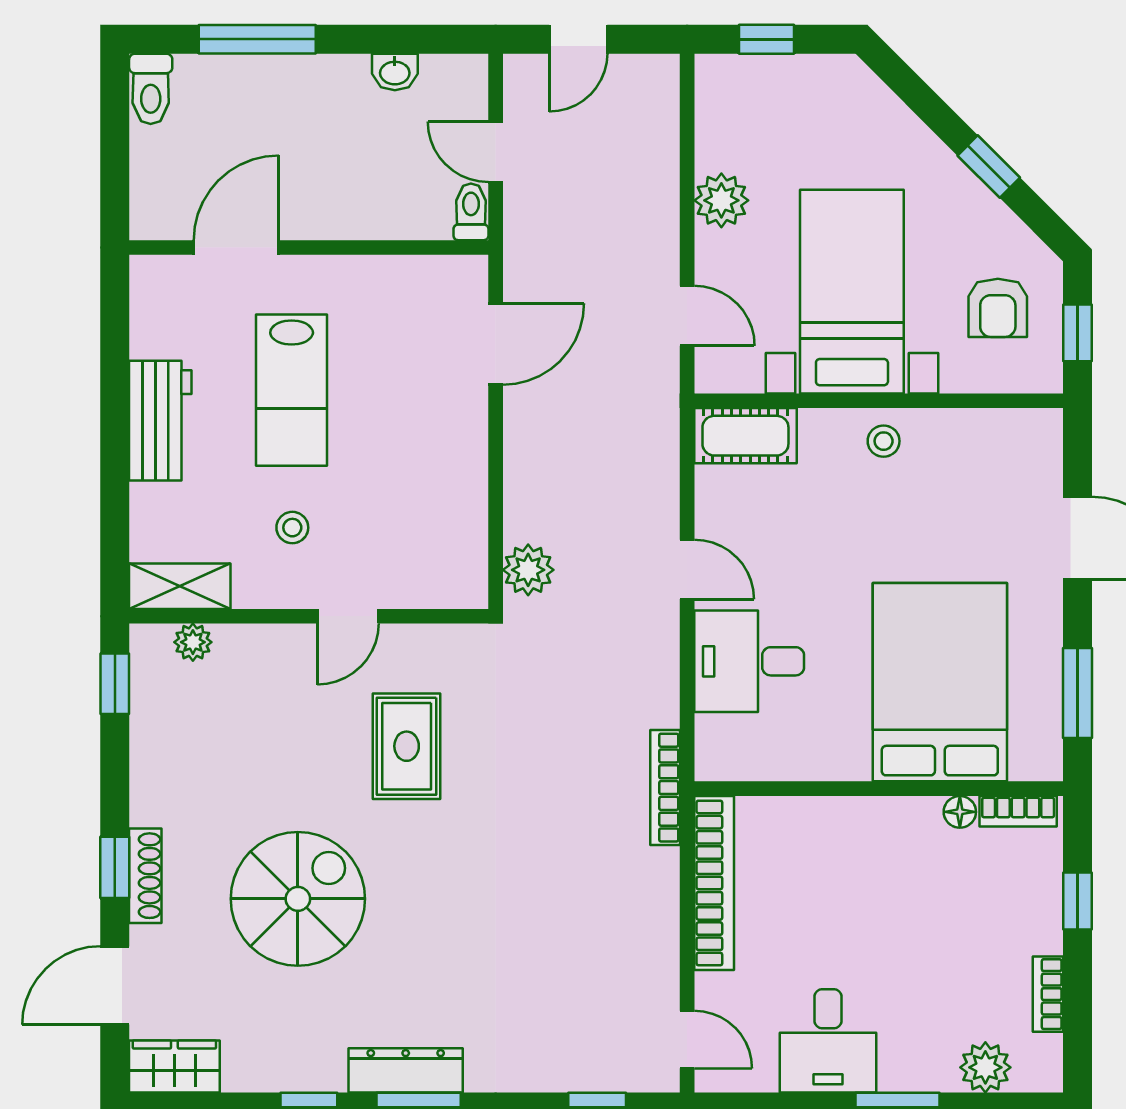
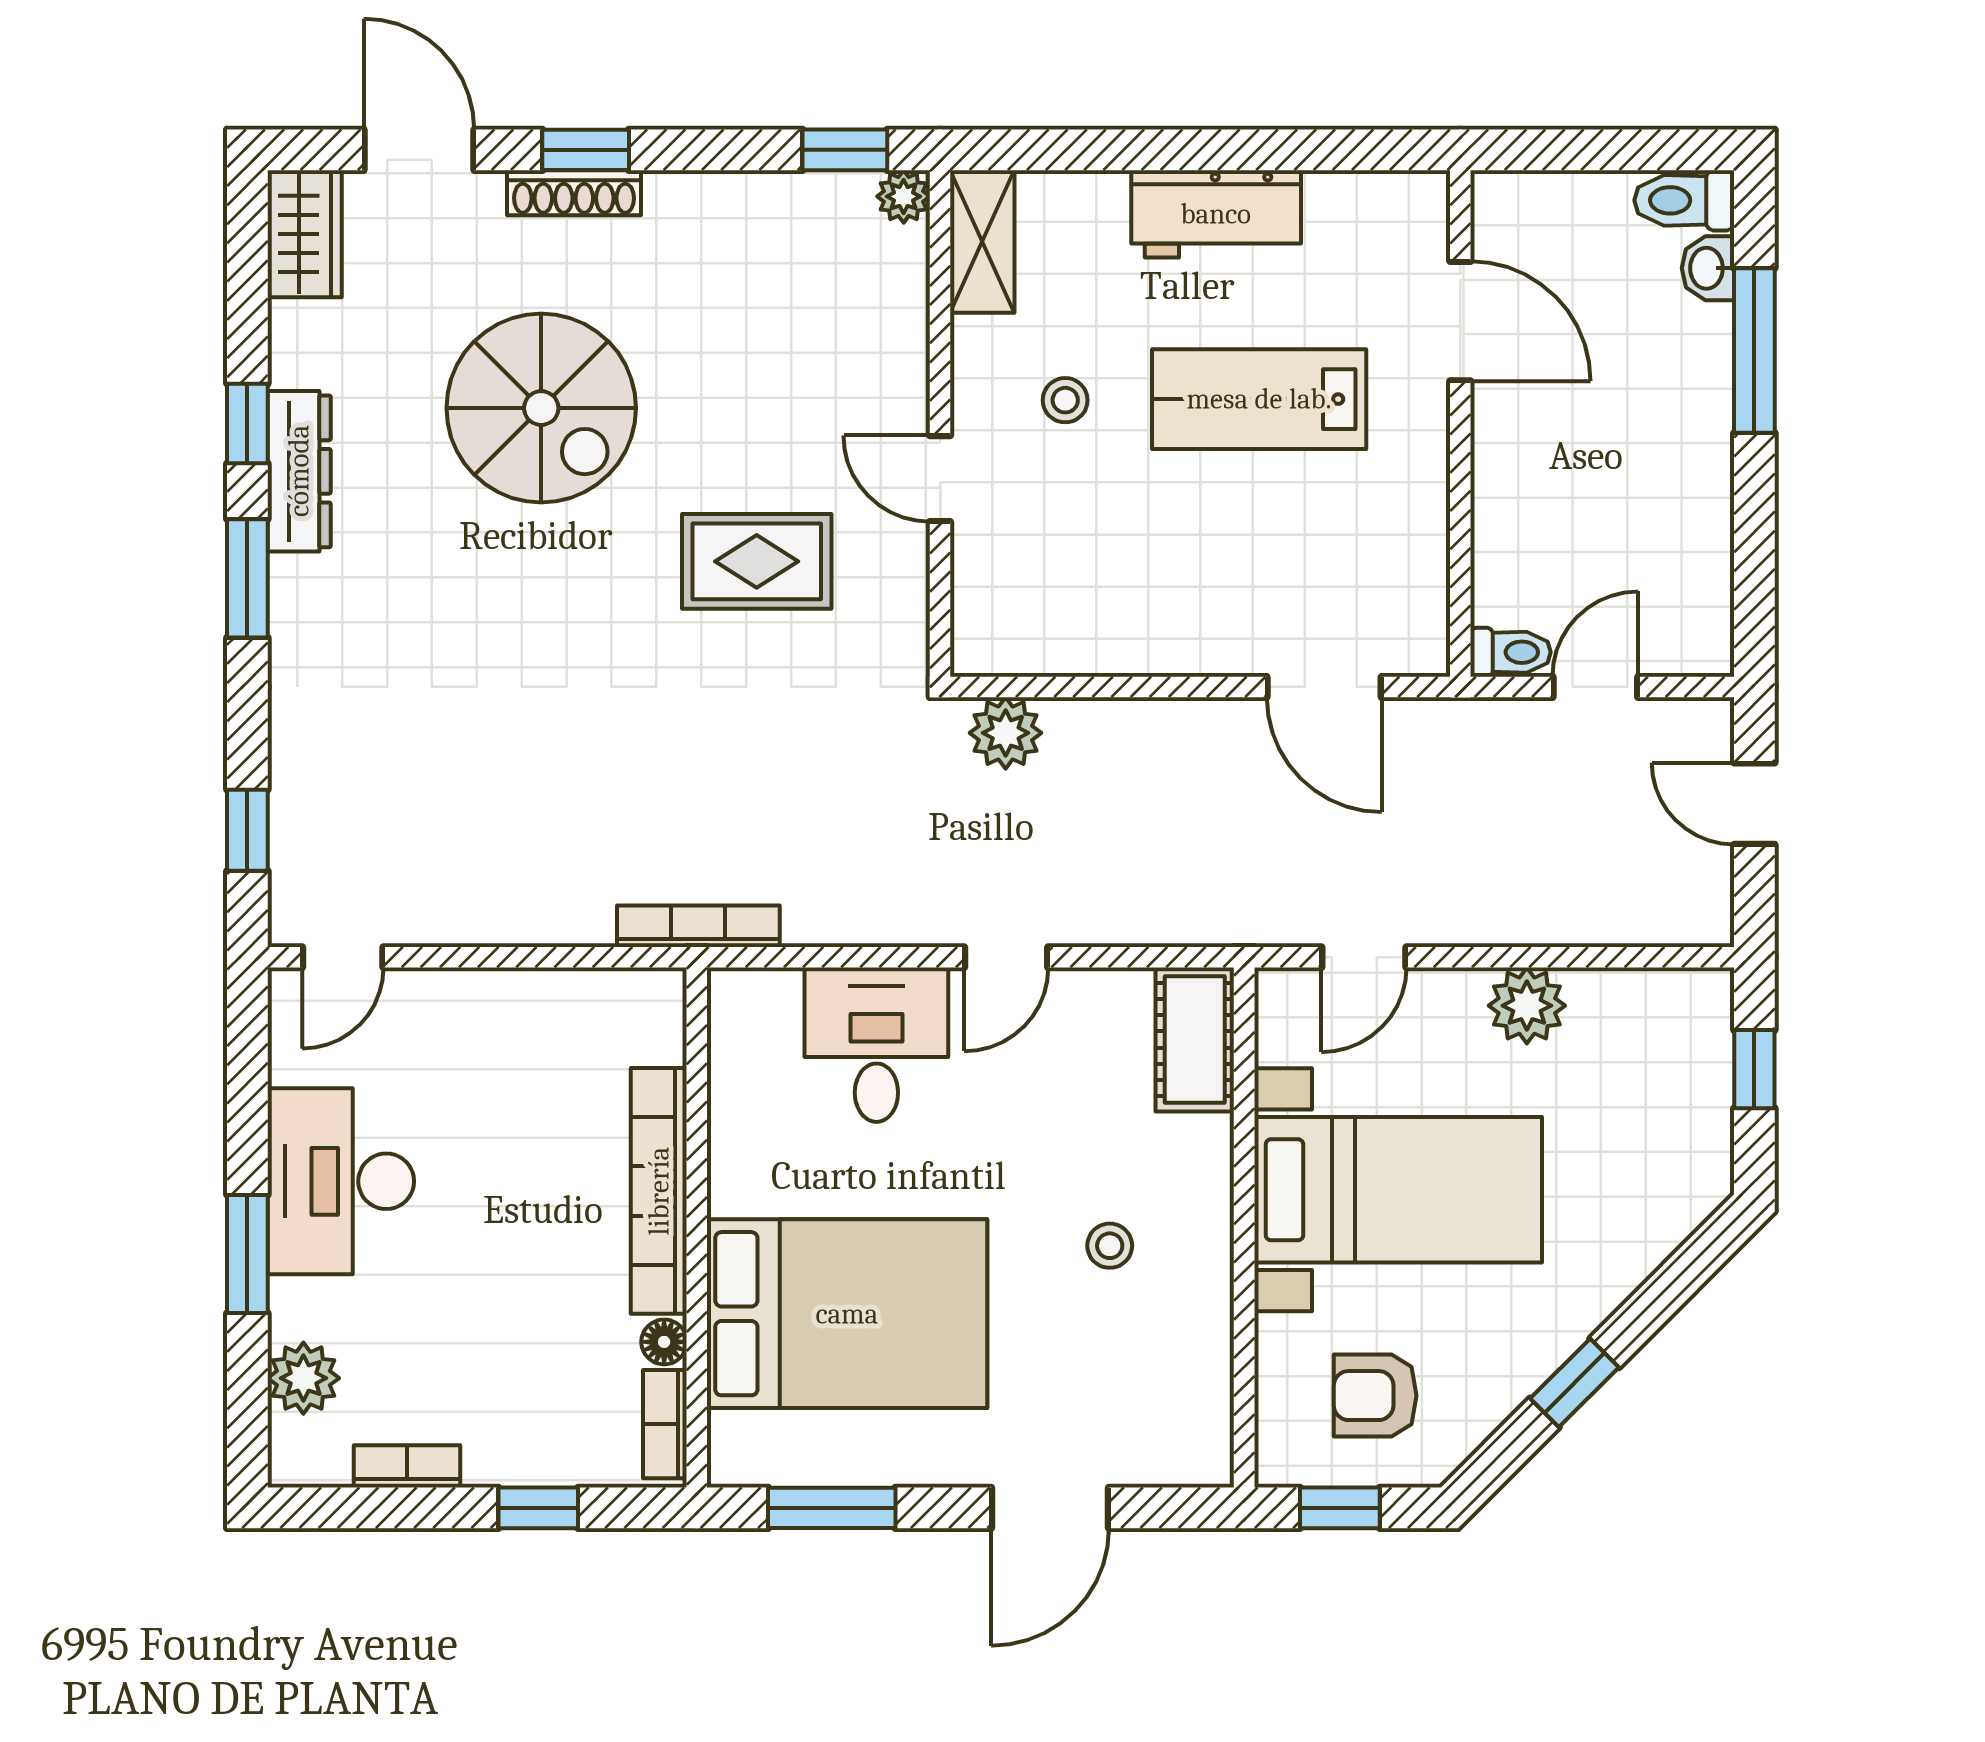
washbasin: (395, 72) -> (1708, 268), moved
stool: (884, 441) -> (1110, 1246), moved
plant: (193, 642) -> (904, 196), moved
bookcase: (714, 883) -> (659, 1191), moved, turned 90
desk: (828, 1041) -> (341, 1181), width x1.37
dresser: (406, 1070) -> (299, 471), moved

